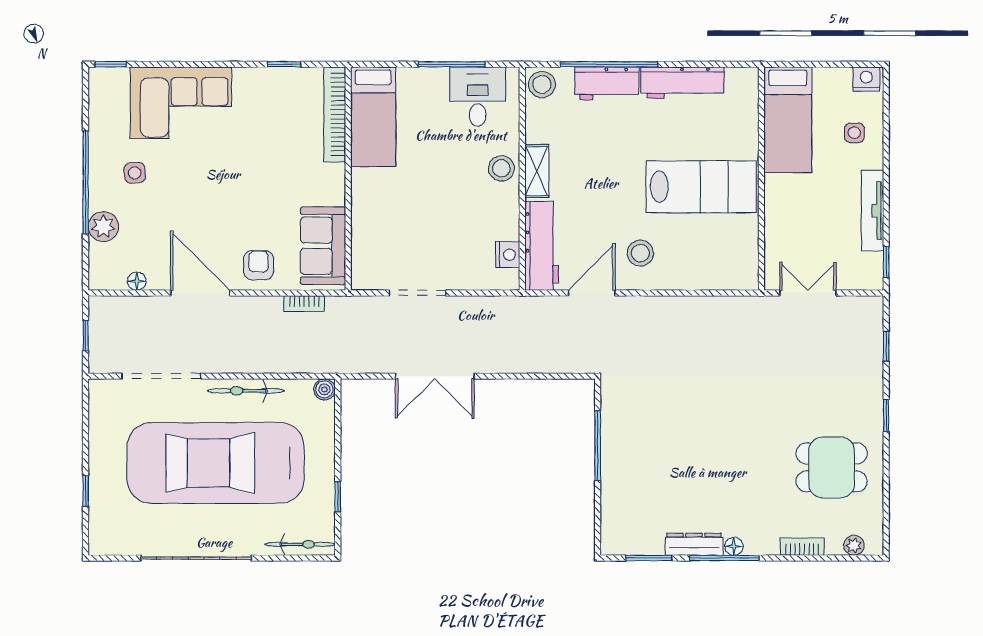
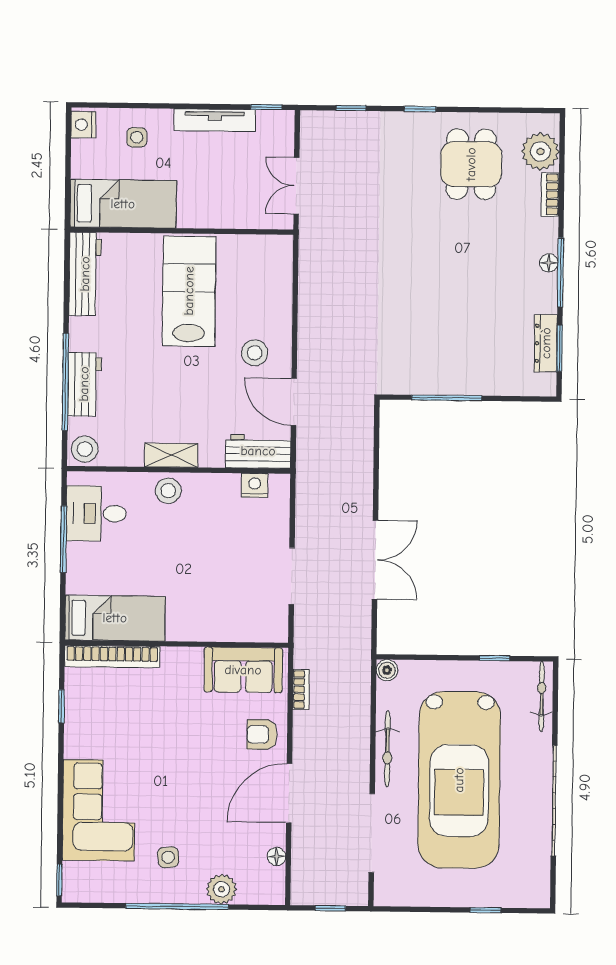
workbench: (682, 83) -> (85, 274), moved
workbench: (542, 246) -> (258, 451), width x0.73
dresser: (694, 544) -> (546, 343), moved
plant: (854, 545) -> (540, 151), width x1.87, depth x1.87

